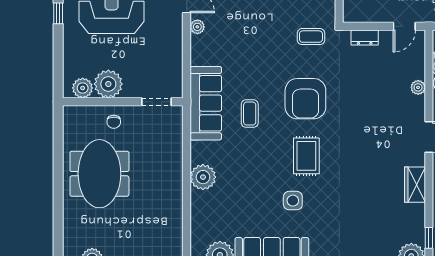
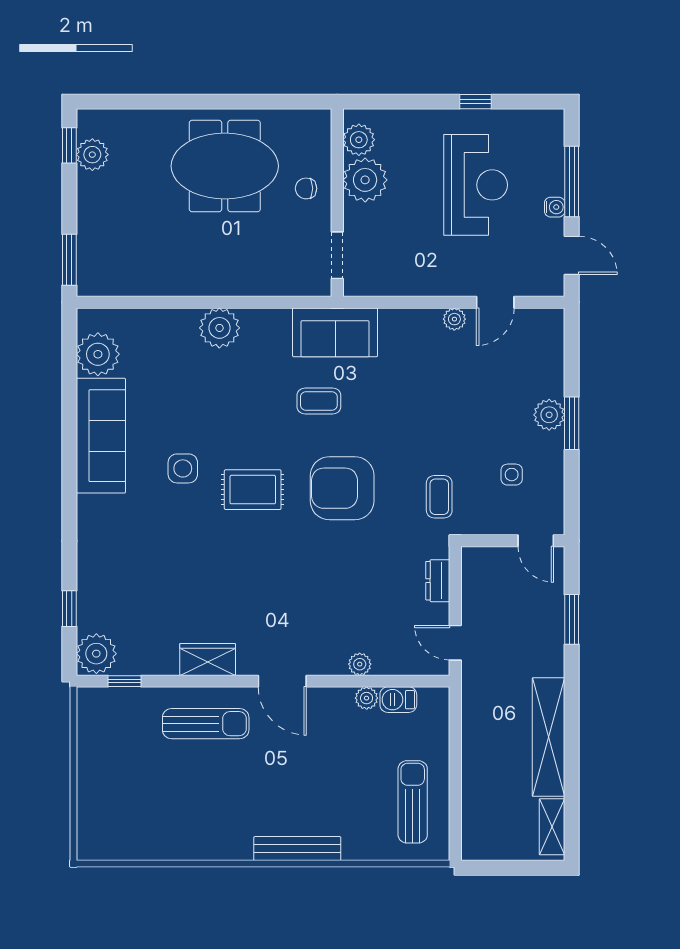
sofa: (206, 103) -> (335, 332), width x0.73

